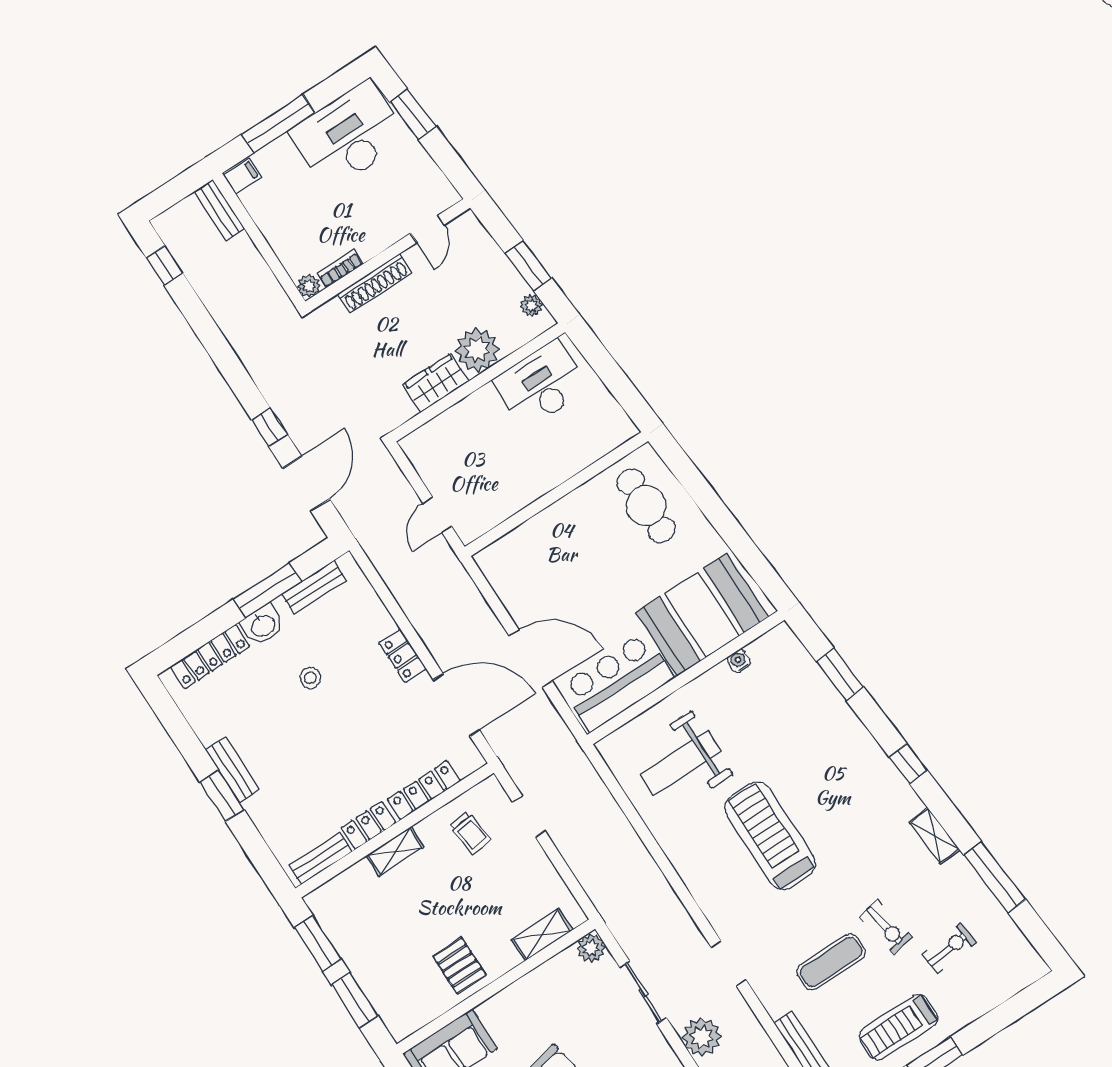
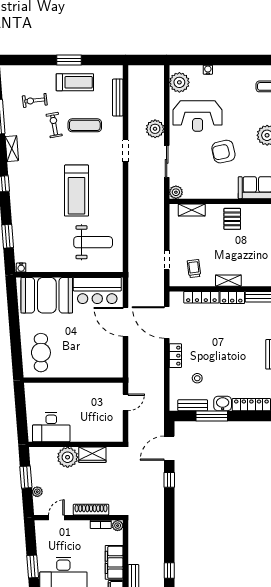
filing cabinet: (272, 216) -> (114, 562), added
plant: (531, 306) -> (37, 492), moved
water cooler: (739, 661) -> (21, 267), moved
stool: (310, 678) -> (197, 378), moved

